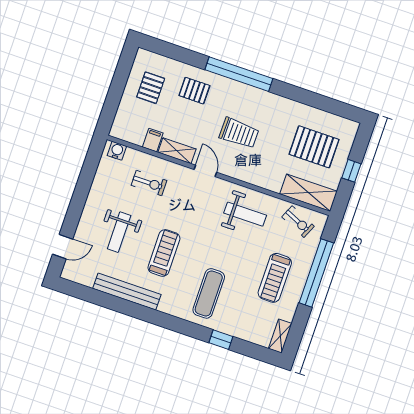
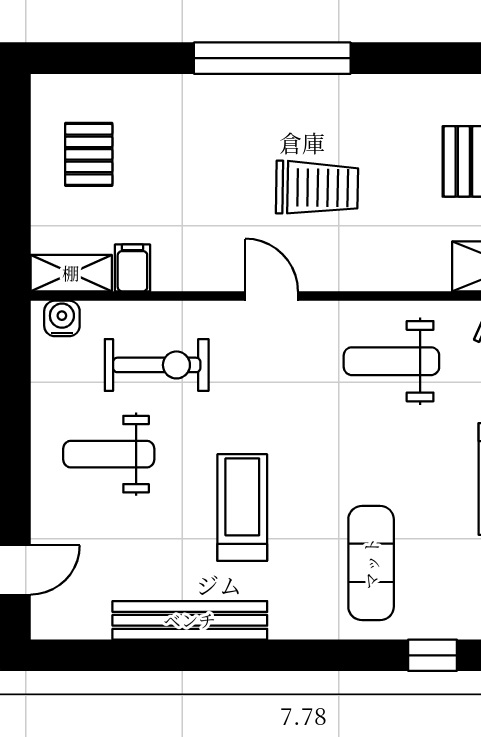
pallet: (194, 91) -> (187, 128), removed
shelving: (177, 151) -> (71, 273), moved
exercise bike: (149, 183) -> (157, 365), width x1.38, depth x1.39
weight bench: (245, 214) -> (391, 361), turned 180
weight bench: (119, 232) -> (109, 454), moved, turned 90

